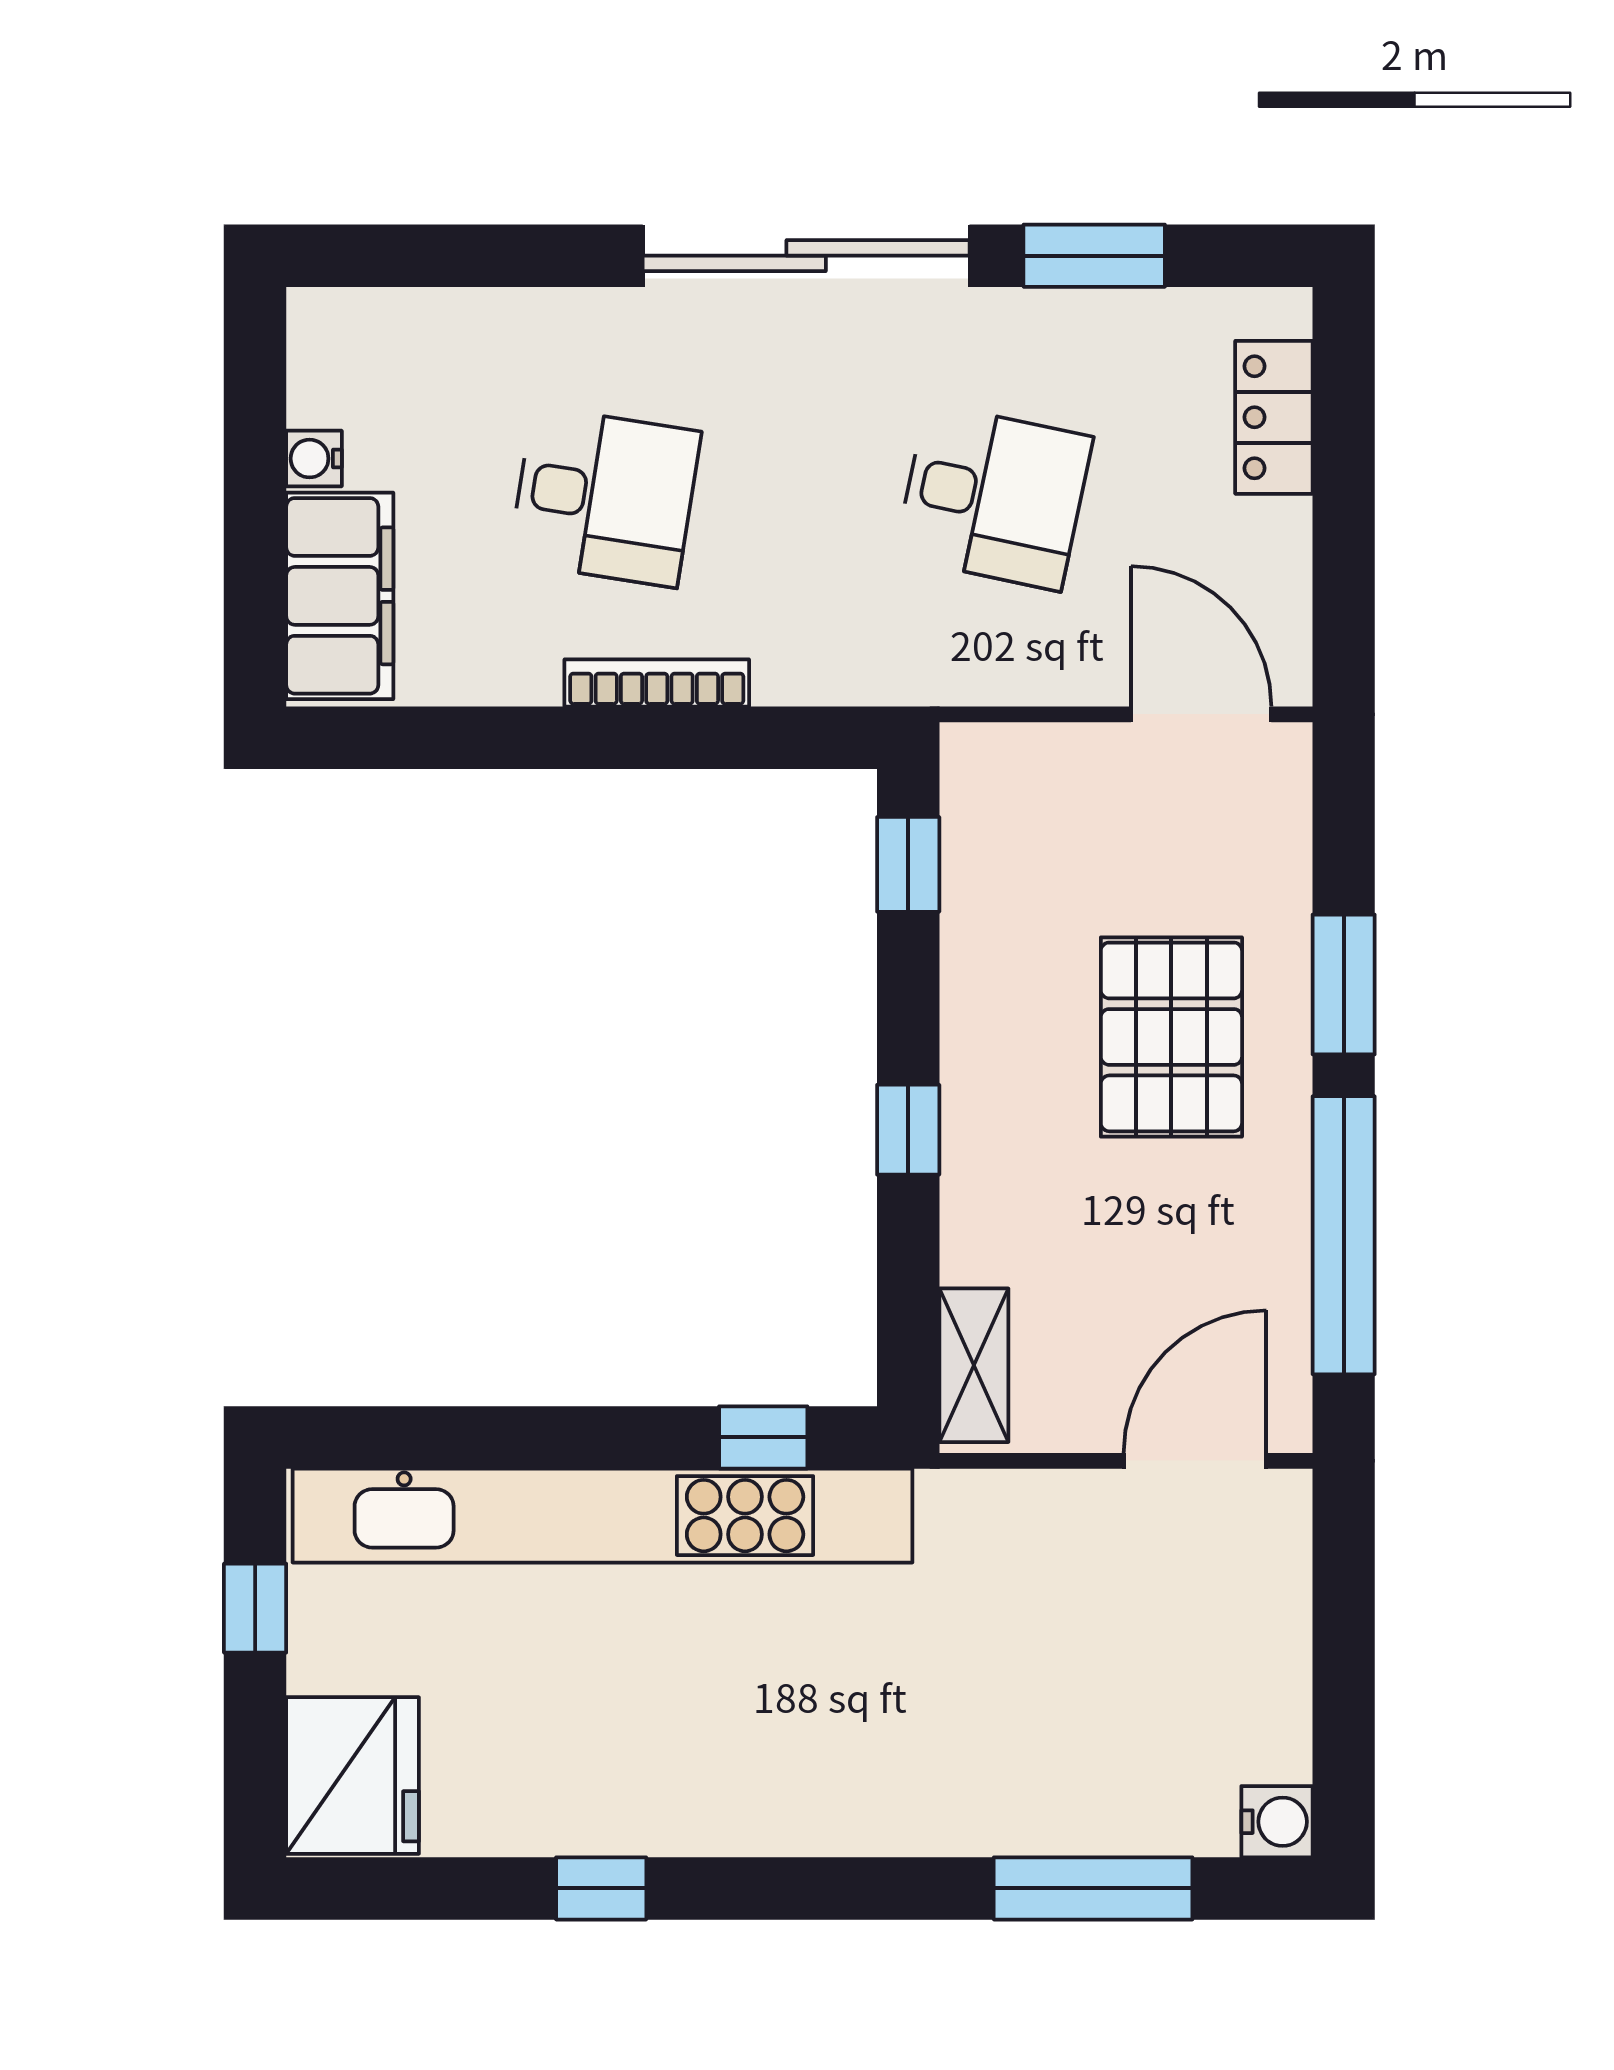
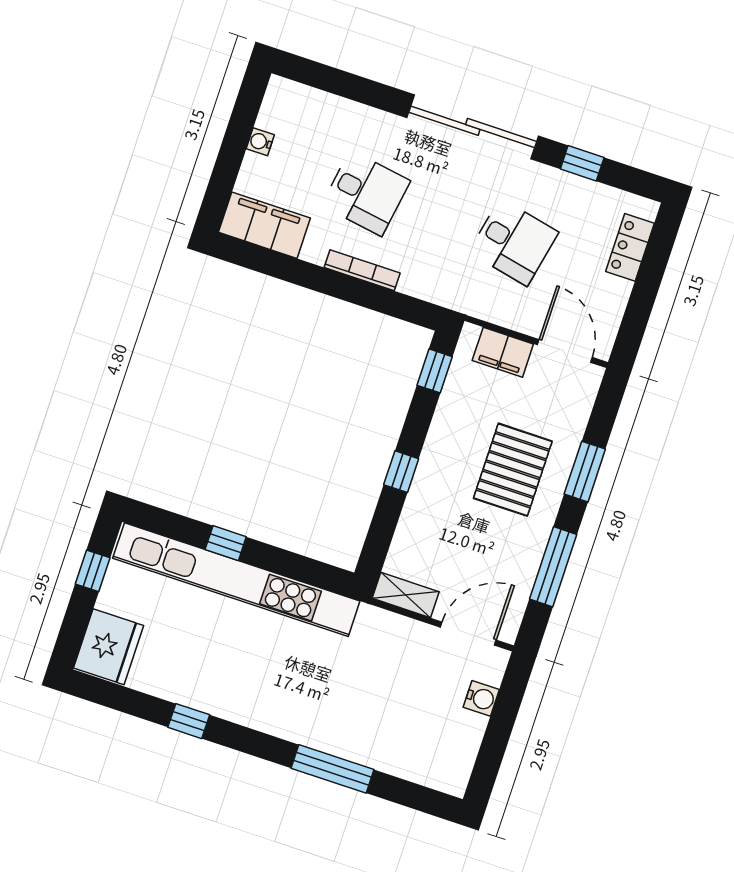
window: (1094, 256) -> (582, 163), width x0.67
filing cabinet: (340, 596) -> (264, 225), moved, turned -90
filing cabinet: (1055, 766) -> (503, 352), added
window: (1344, 1235) -> (553, 567), width x0.68
shelving: (974, 1365) -> (406, 595), moved, turned 90
window: (763, 1437) -> (226, 543), moved
water cooler: (1277, 1822) -> (481, 698), moved
window: (1093, 1888) -> (333, 769), moved

